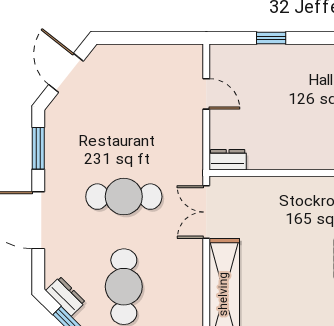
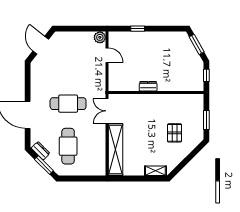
plant: (191, 56) -> (100, 37), added
window: (38, 148) -> (28, 81), removed
dresser: (228, 160) -> (148, 86), moved

